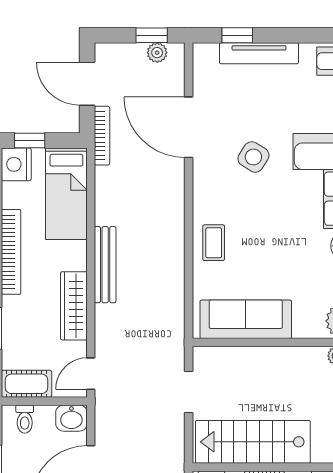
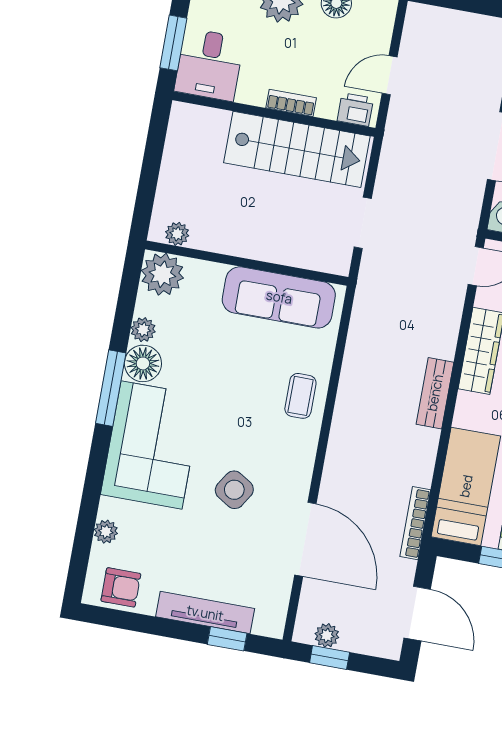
bookcase: (102, 136) -> (415, 523), moved
bench: (105, 265) -> (435, 393), width x0.73

